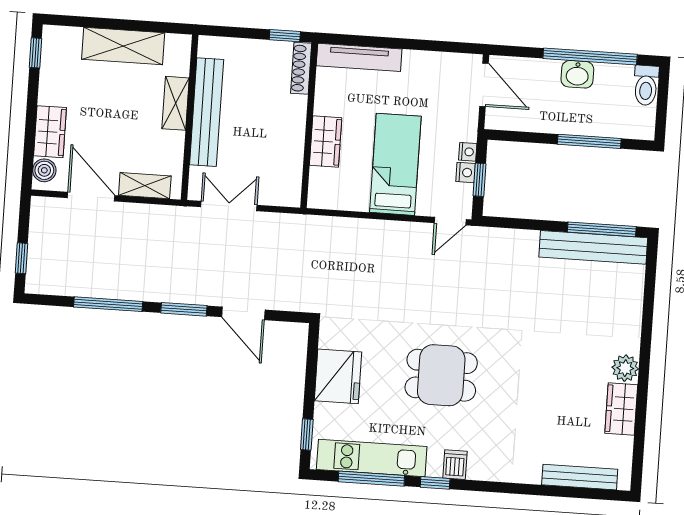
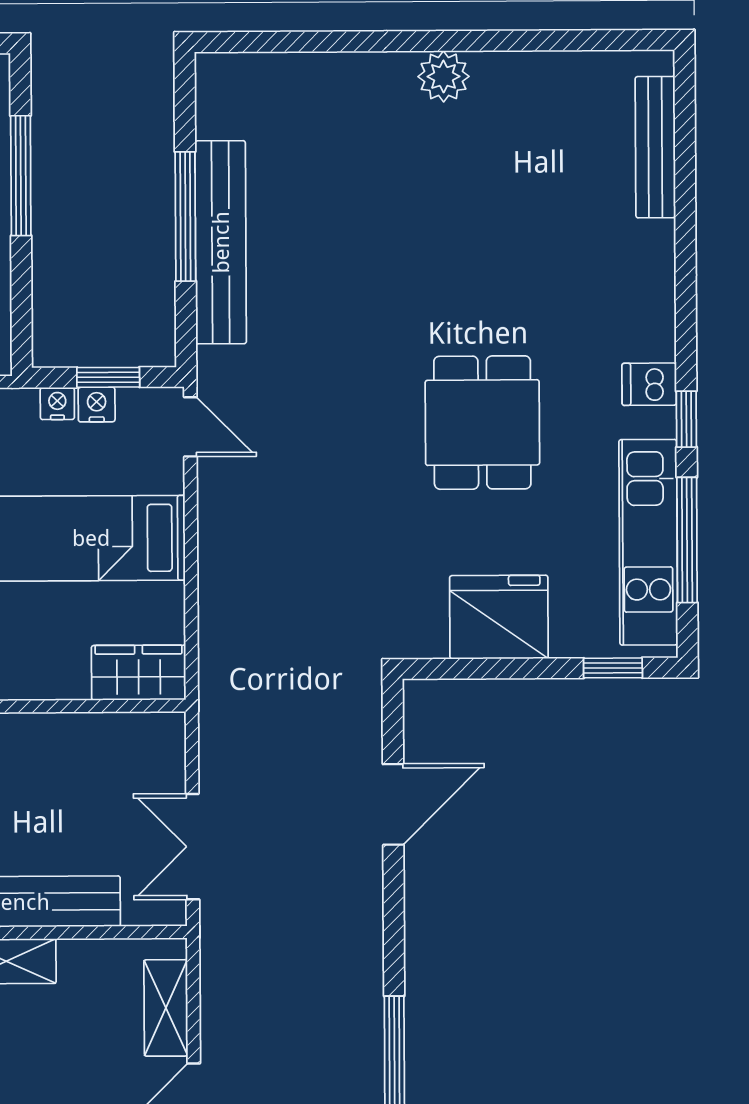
wardrobe: (326, 141) -> (139, 673), moved
window: (602, 229) -> (185, 216), moved
bench: (593, 247) -> (221, 242), moved
window: (184, 309) -> (394, 917), removed
wardrobe: (621, 409) -> (521, 78), removed

